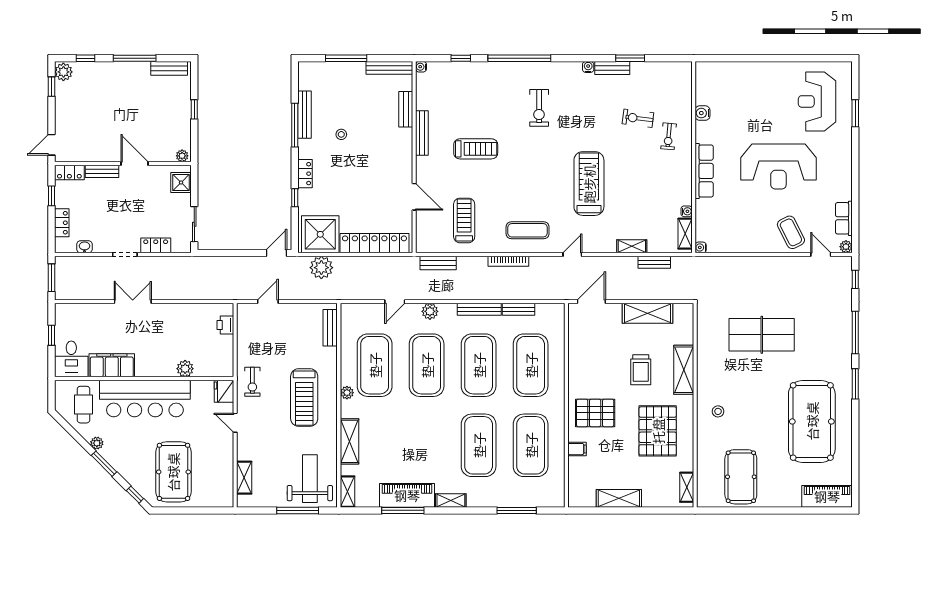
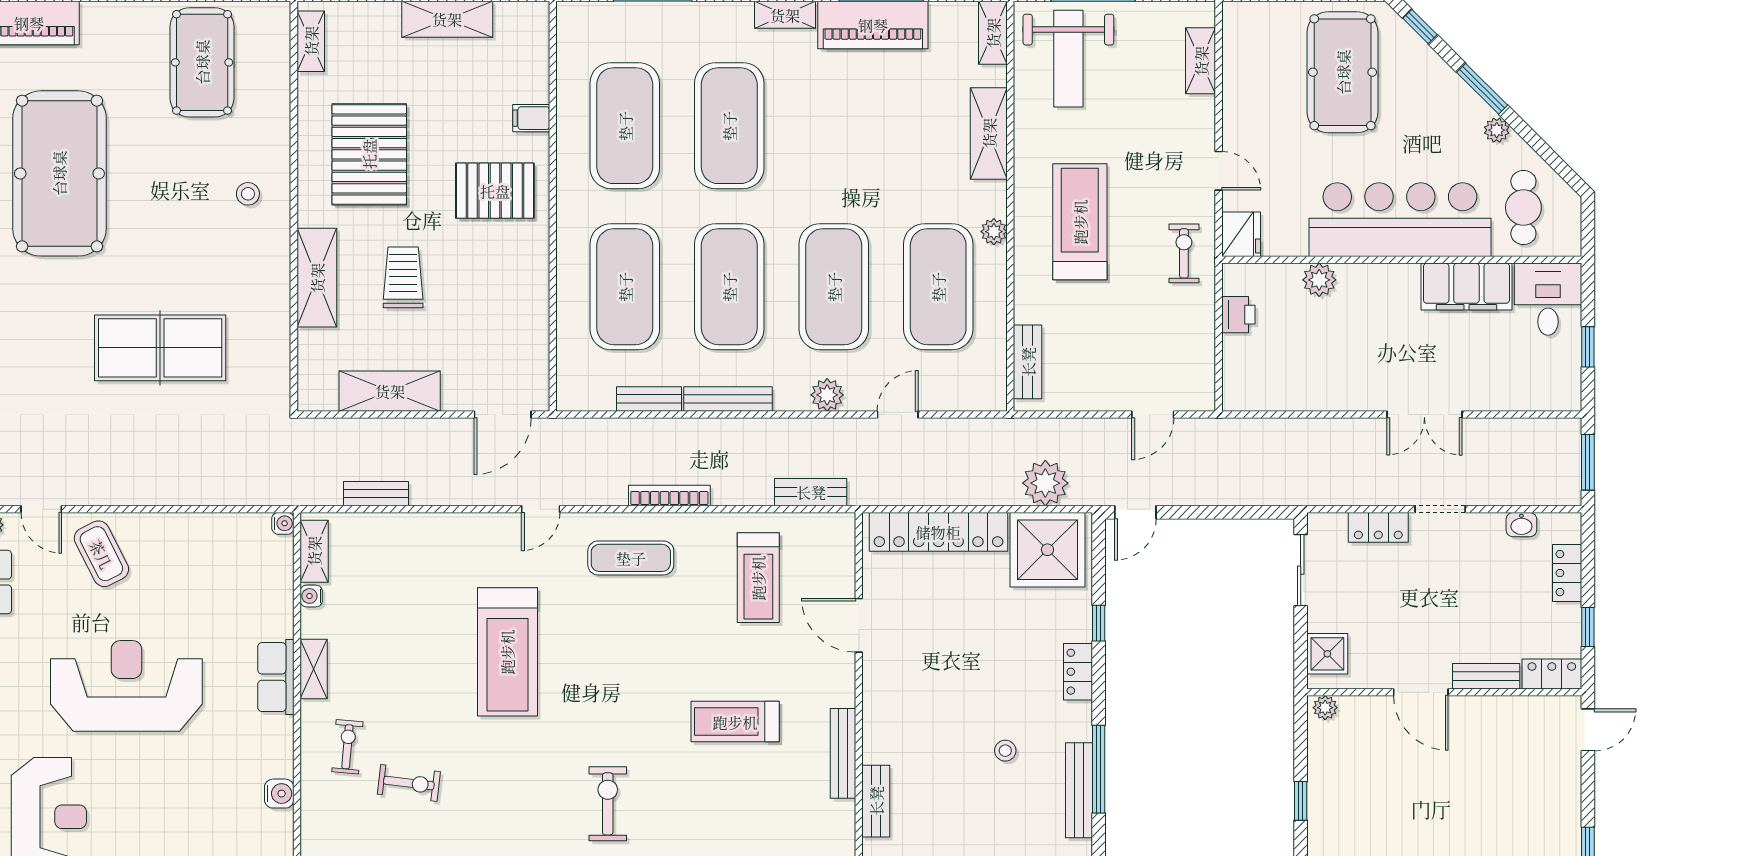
row of seats: (704, 171) -> (276, 677), width x0.68
shelving: (632, 246) -> (314, 669), moved, turned 90
printer: (225, 325) -> (1238, 315), moved

